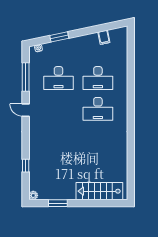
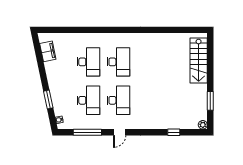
filing cabinet: (104, 37) -> (48, 51), width x2.00
desk: (58, 109) -> (118, 100), added

